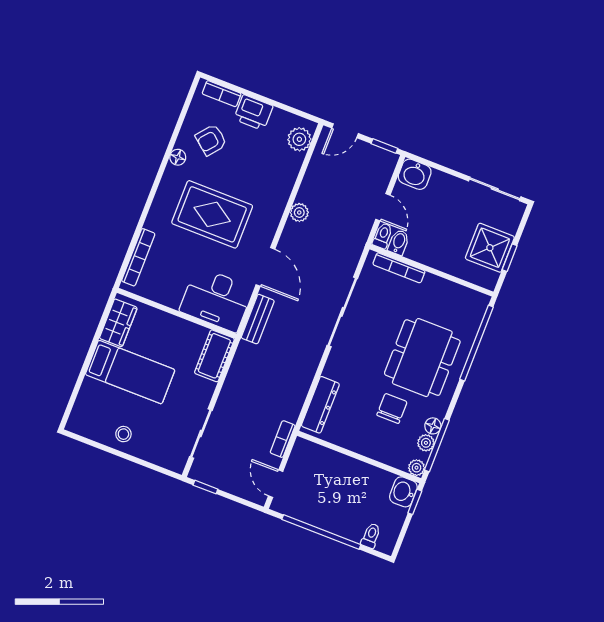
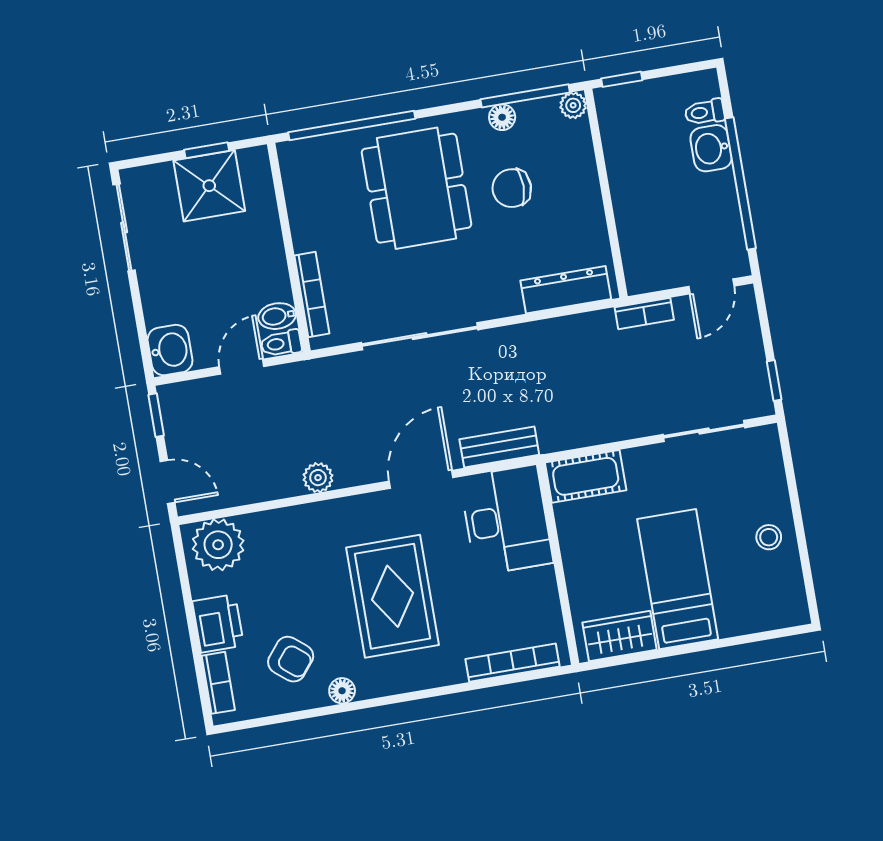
plant: (299, 139) -> (218, 545), width x1.36, depth x1.36
dining table: (422, 358) -> (416, 188), turned 90
plant: (426, 443) -> (531, 113), removed
washbasin: (403, 492) -> (711, 148), moved, turned 90

